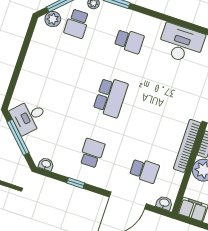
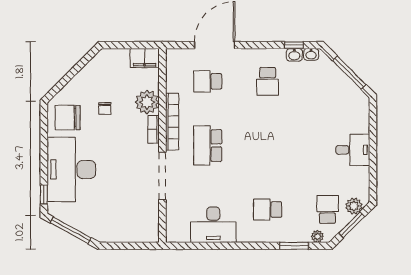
school desk: (111, 97) -> (208, 145), moved
desk: (29, 117) -> (353, 150), moved, turned 45
window: (76, 183) -> (294, 45), moved
washbasin: (164, 203) -> (294, 55), moved

